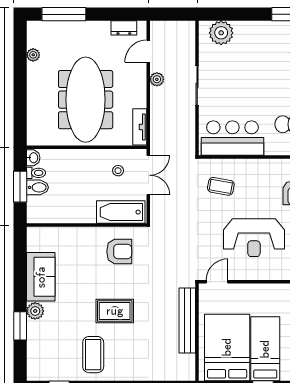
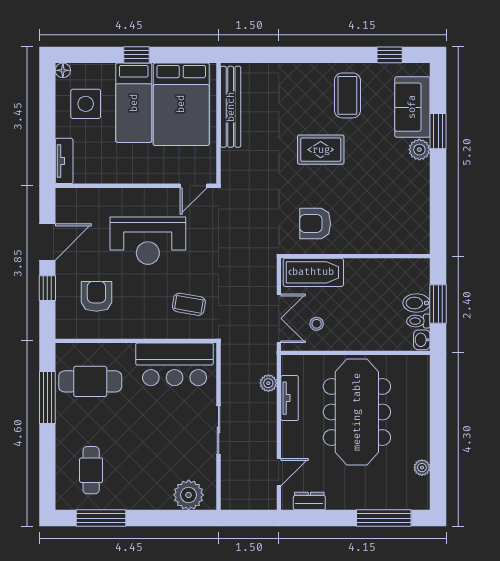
plant: (157, 79) -> (268, 383), moved
tv unit: (140, 127) -> (290, 398), moved
double door: (148, 175) -> (279, 318), swing flipped
reception desk: (254, 238) -> (148, 241), turned 180
sofa: (41, 277) -> (412, 107), moved
bench: (187, 321) -> (231, 107), moved

